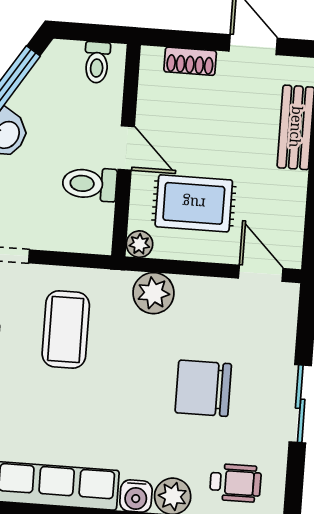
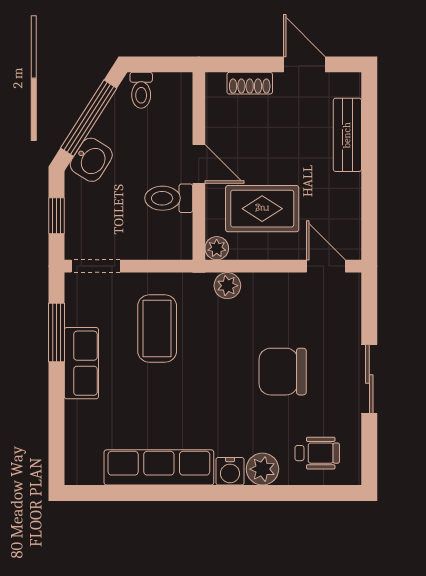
toilet: (97, 62) -> (141, 90), moved
plant: (153, 293) -> (227, 286), width x0.73, depth x0.73

